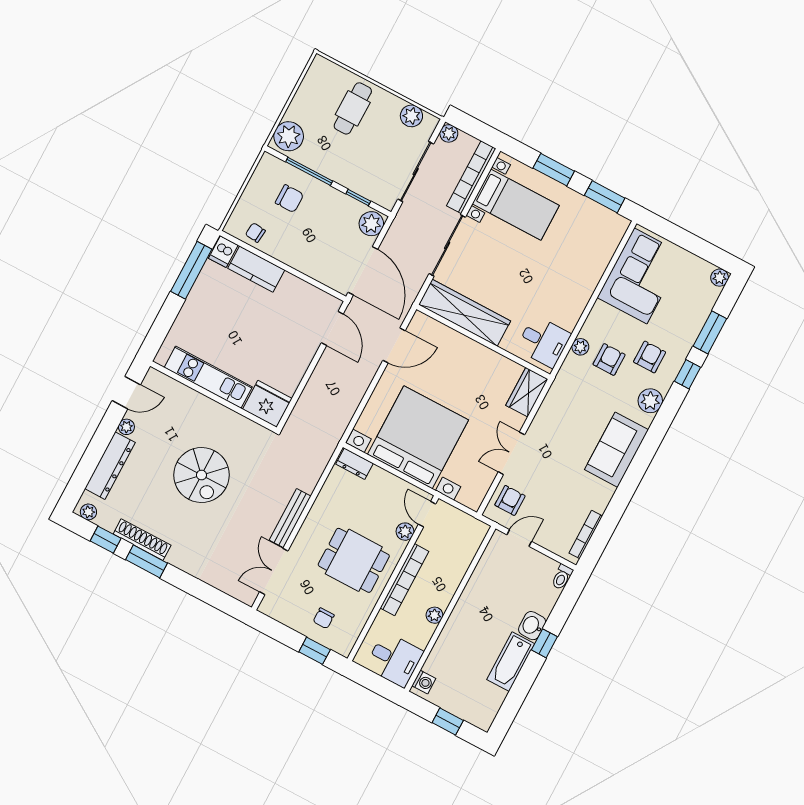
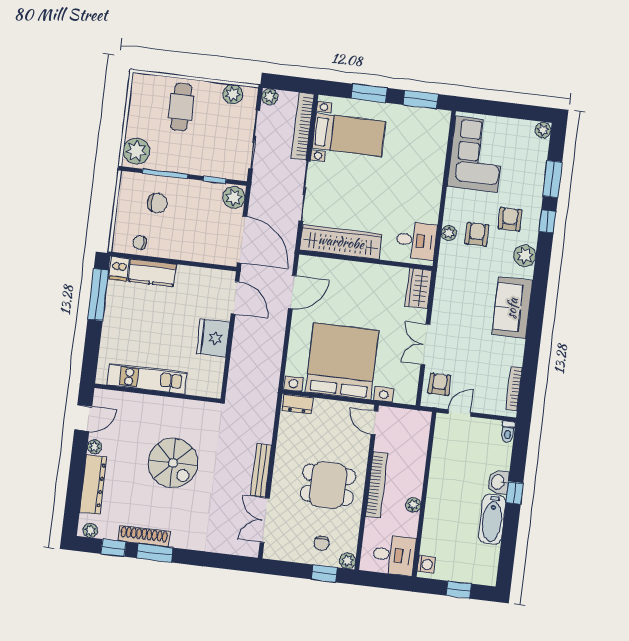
fridge: (267, 404) -> (213, 338), moved, turned -90
plant: (405, 532) -> (348, 561), moved

